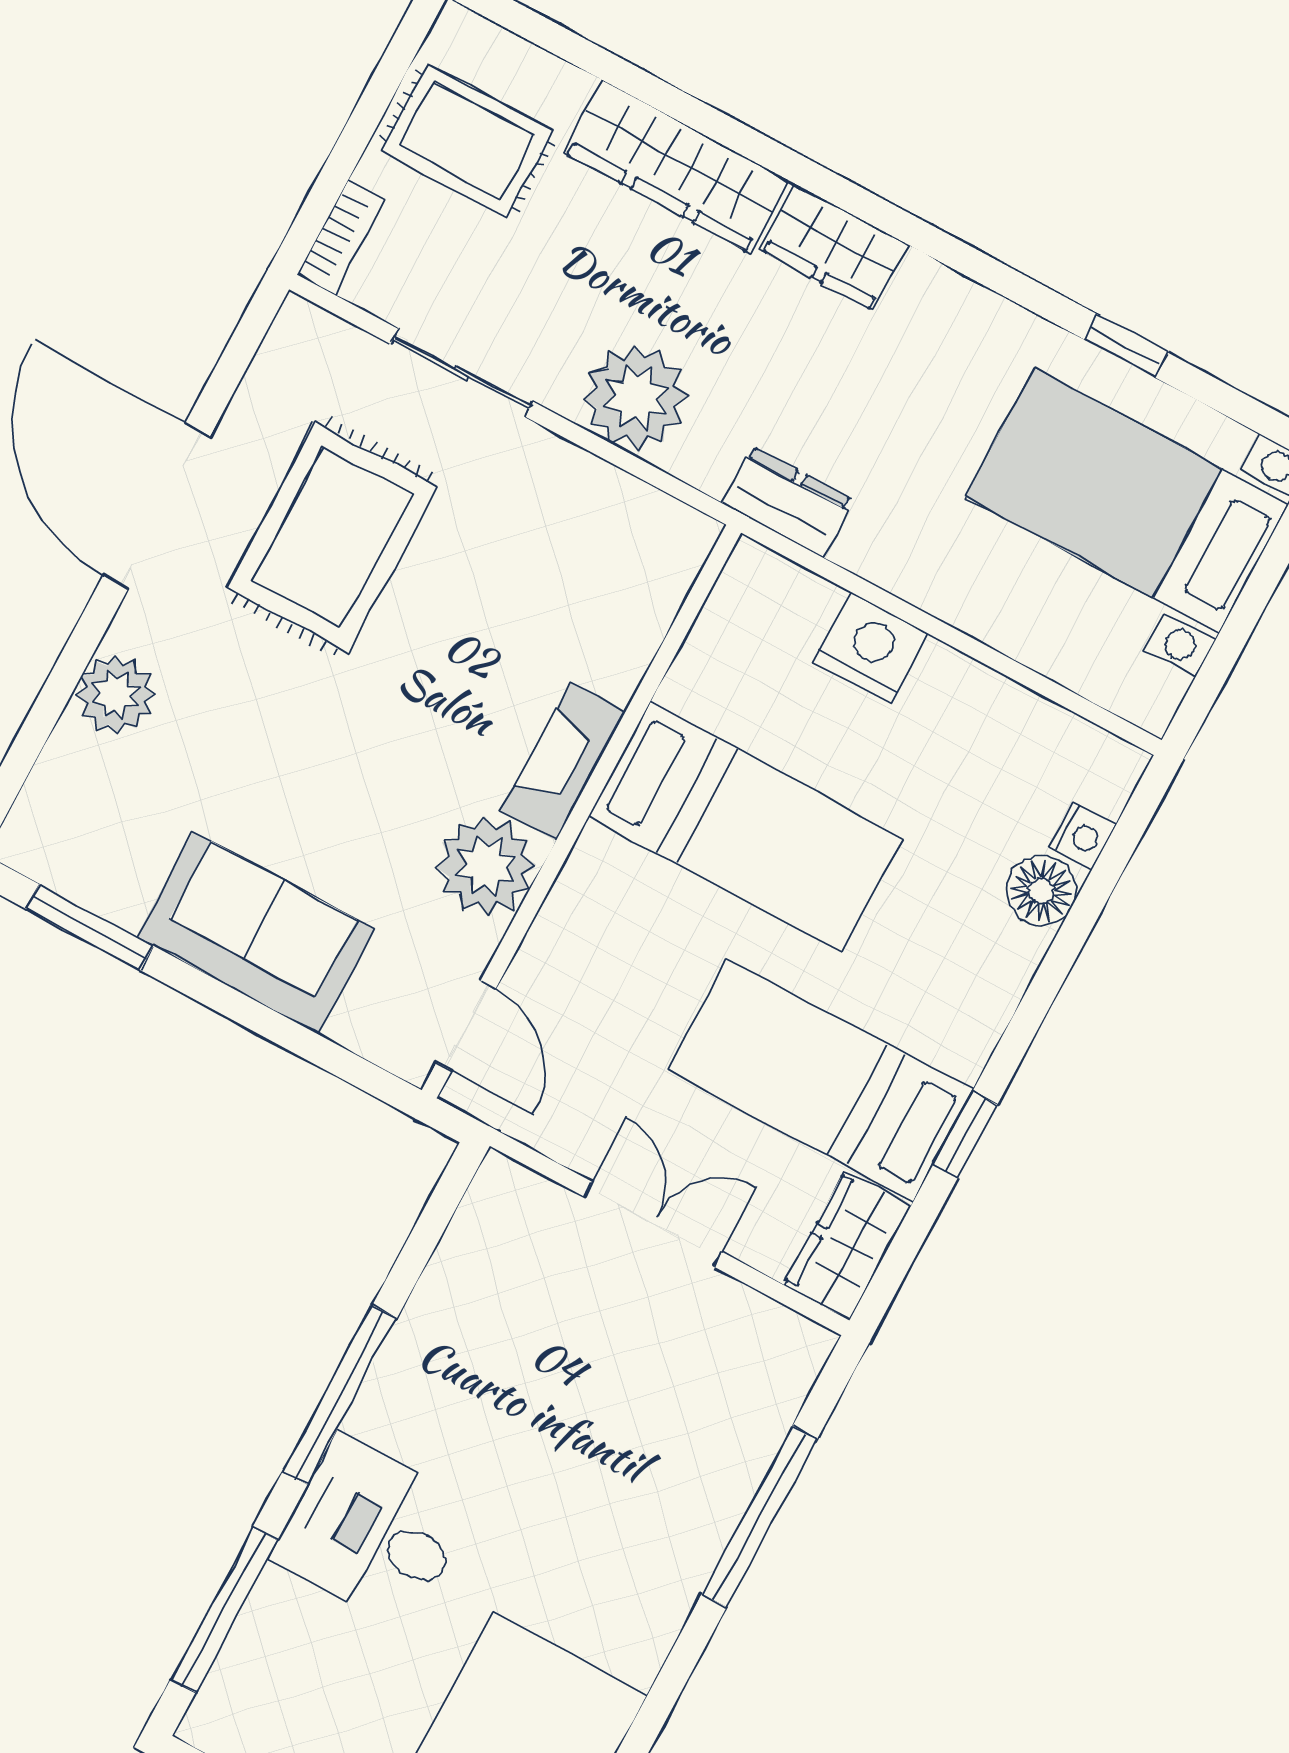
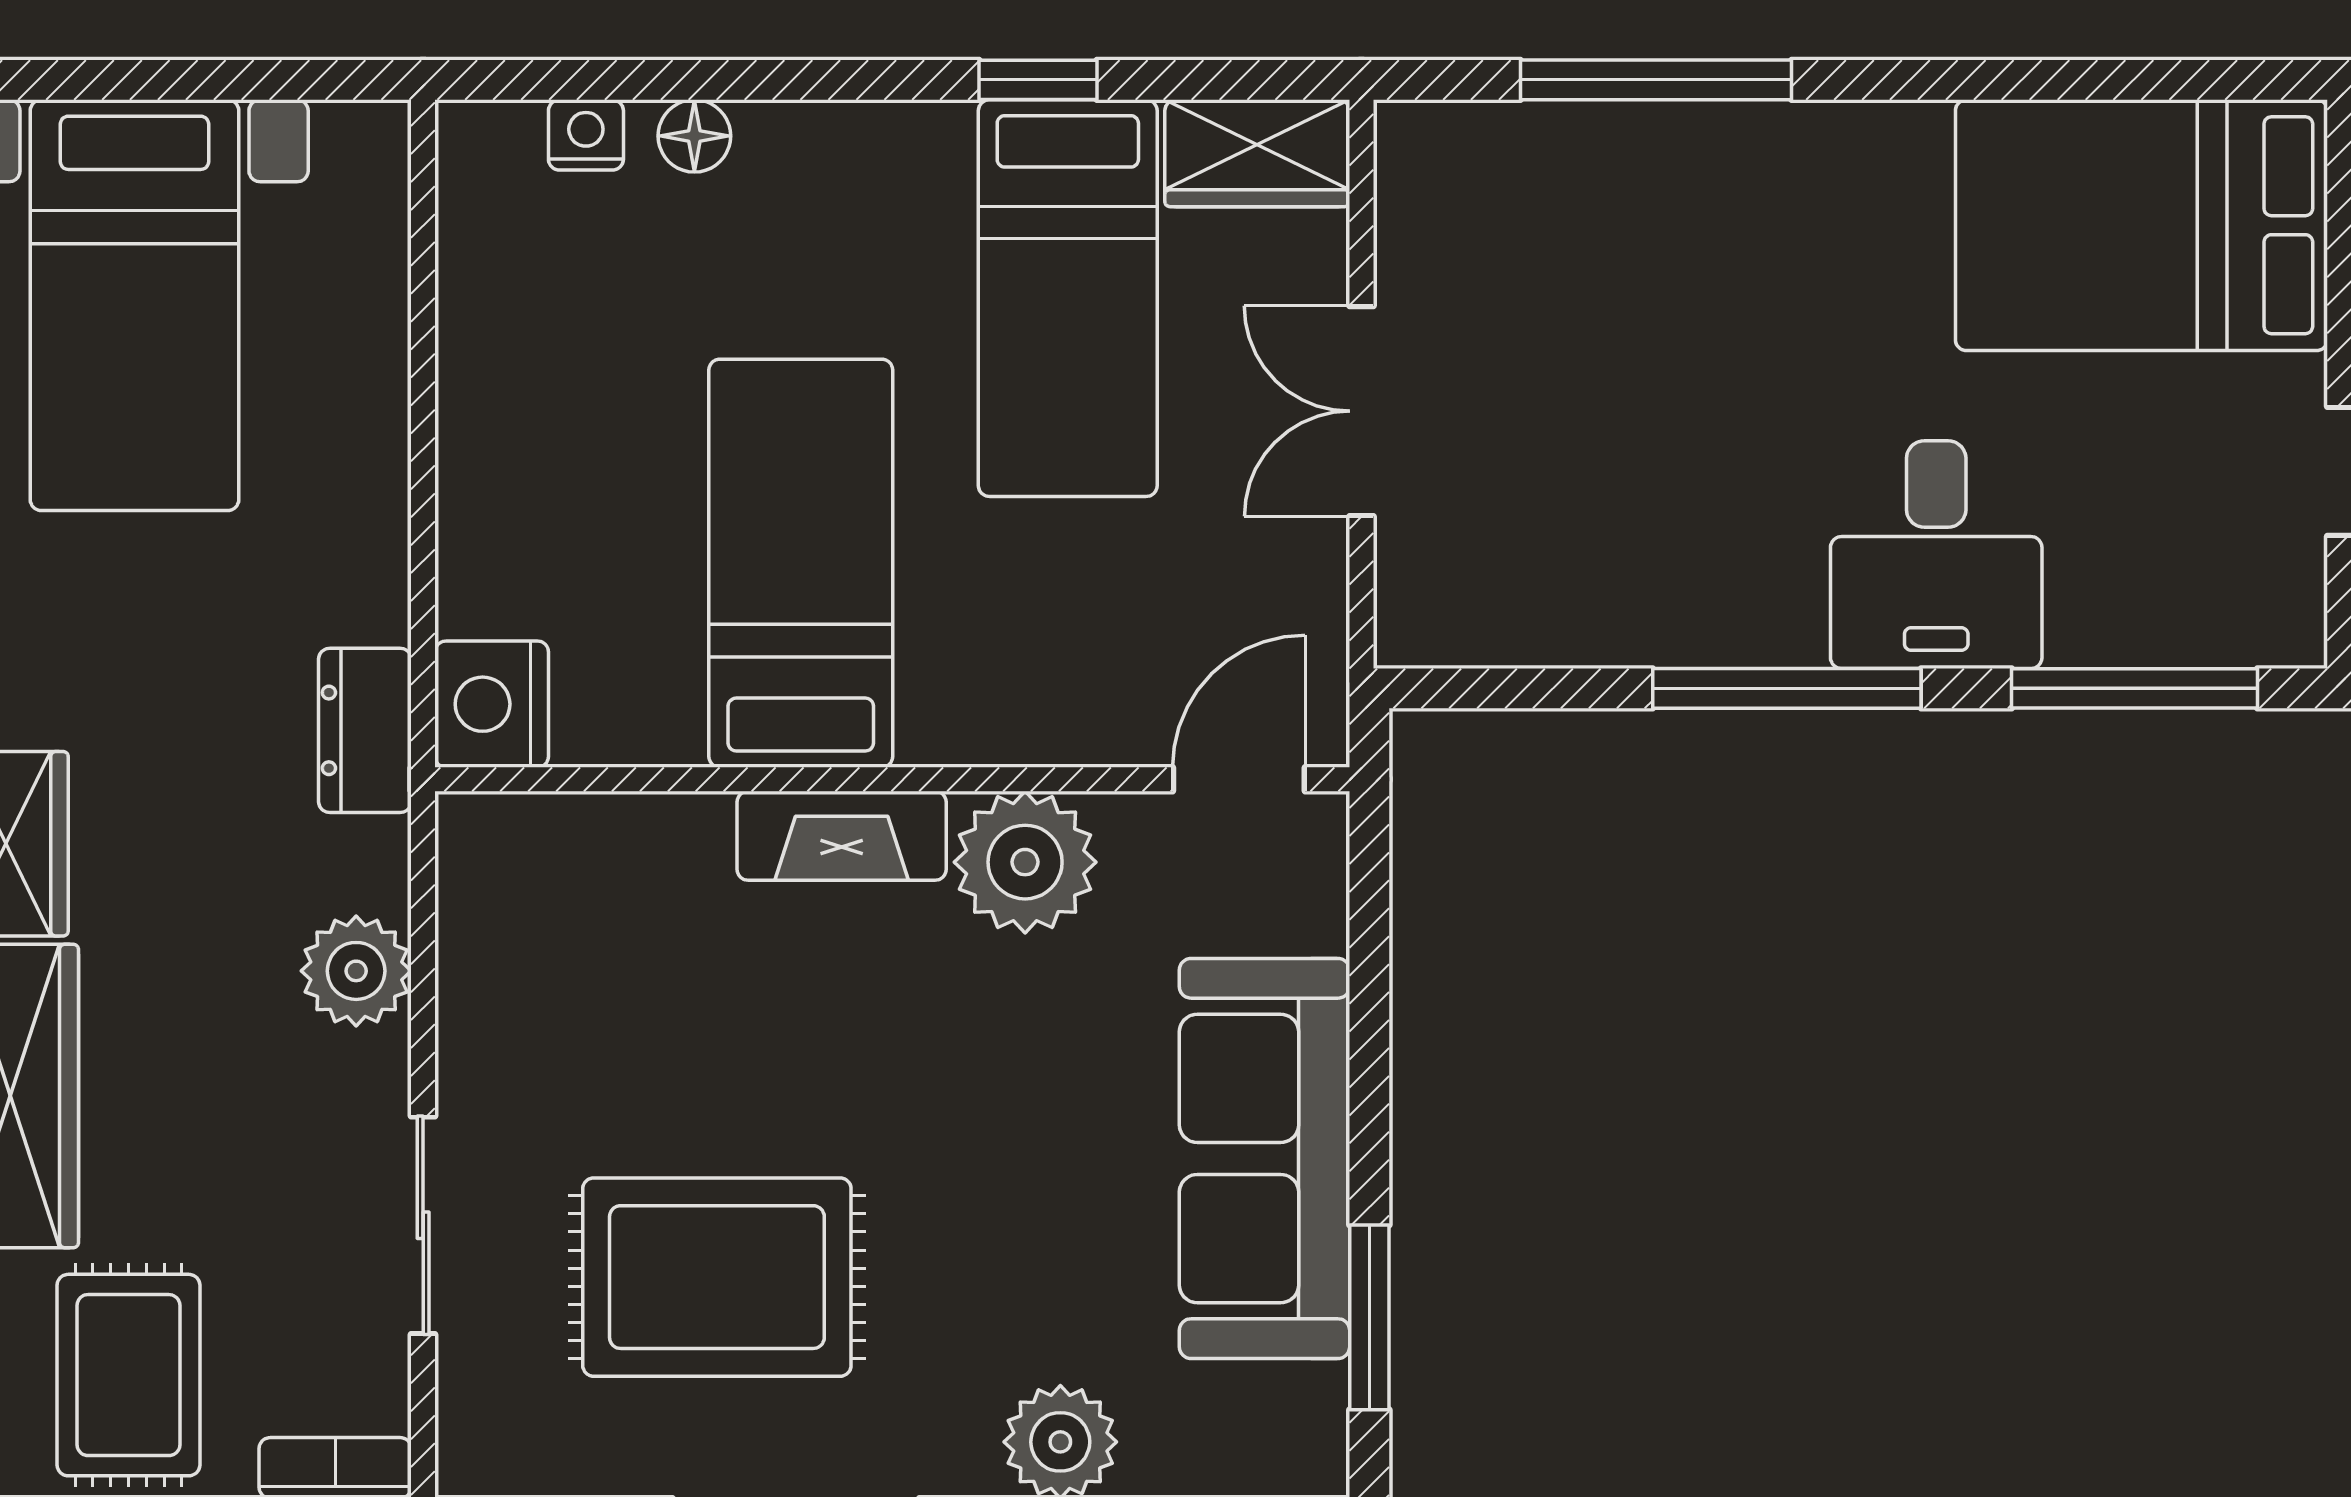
plant: (636, 397) -> (356, 971), width x0.73, depth x0.73
nightstand: (871, 648) -> (492, 704), moved
floor lamp: (1041, 890) -> (694, 136), width x0.73, depth x0.73
sofa: (256, 933) -> (1264, 1158), width x1.36

